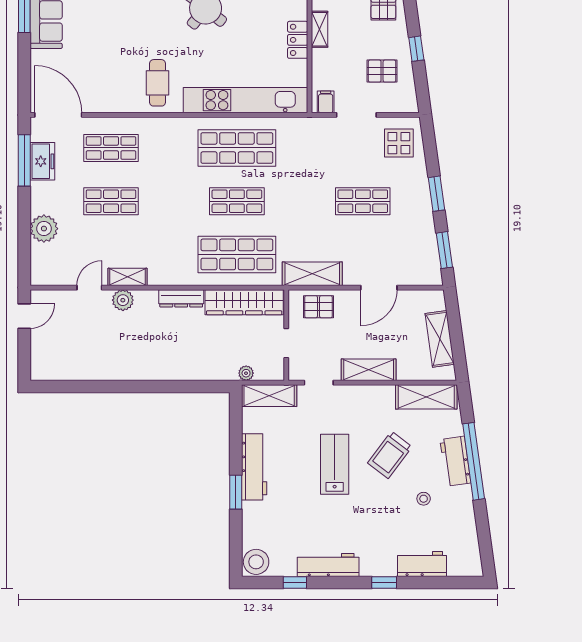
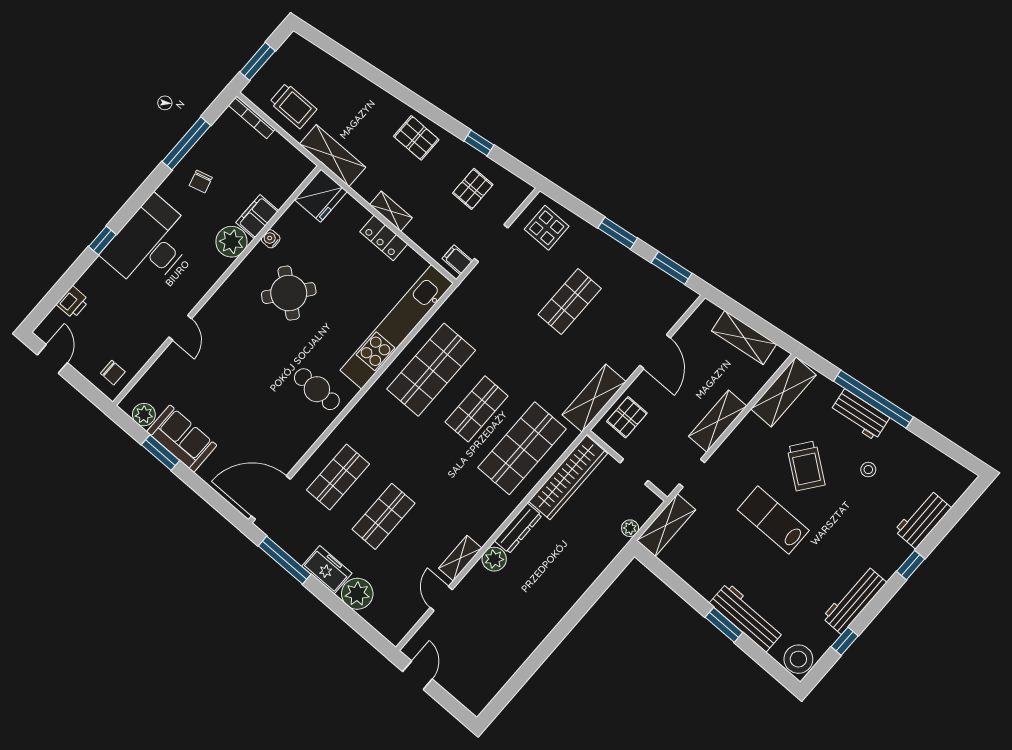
freezer: (42, 161) -> (327, 570), moved
plant: (123, 300) -> (494, 559), moved
workbench: (254, 467) -> (747, 617), moved

